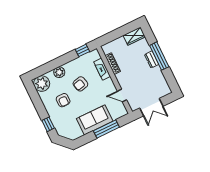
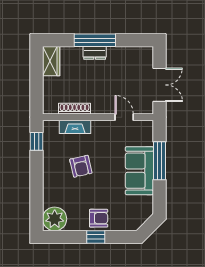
plant: (59, 72) -> (51, 187), removed
door: (122, 95) -> (124, 117), swing flipped
armchair: (63, 100) -> (99, 218), moved
window: (48, 124) -> (96, 237), moved

